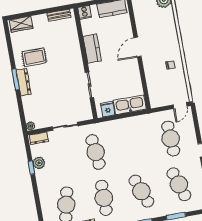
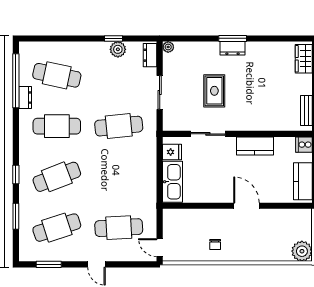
rug: (34, 57) -> (214, 91), moved
dresser: (24, 82) -> (232, 48), width x0.70

